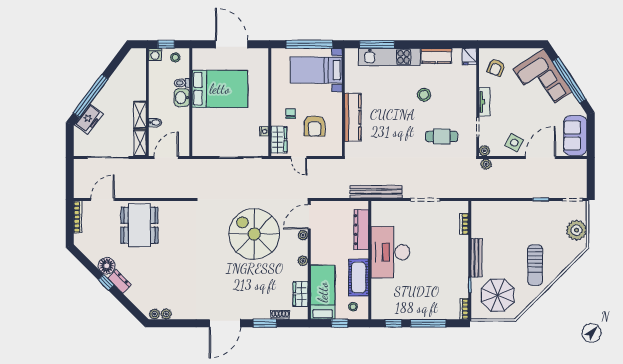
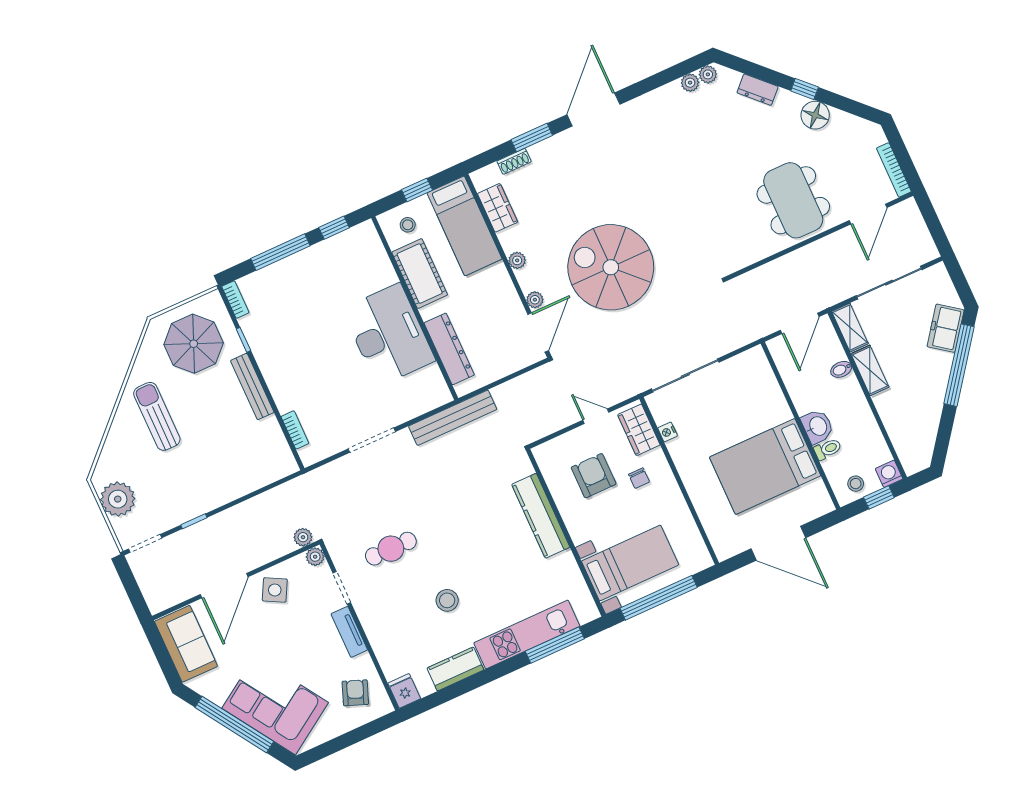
spiral stairs: (254, 234) -> (611, 267), turned 180
dresser: (119, 282) -> (758, 90), moved

